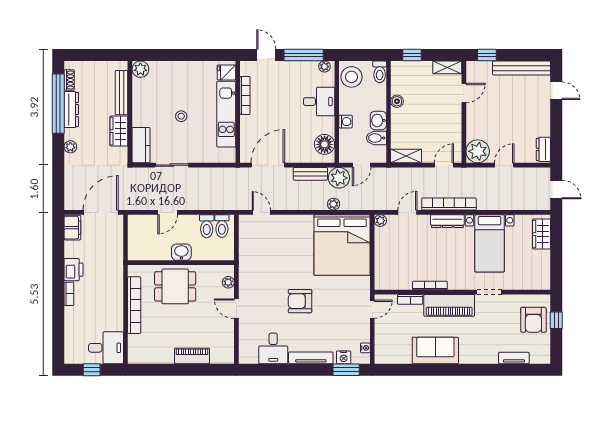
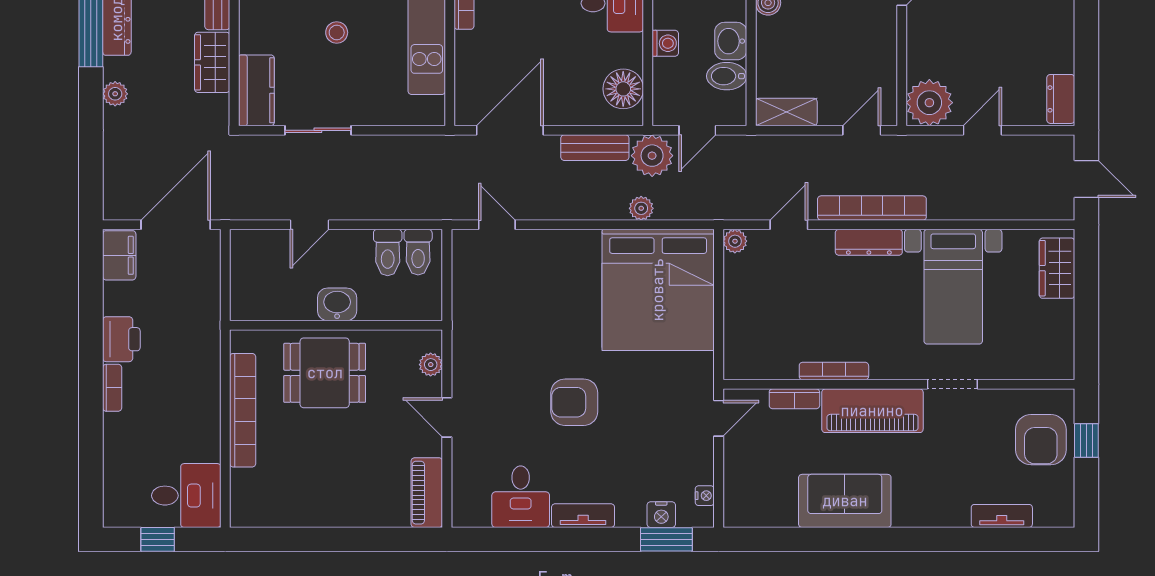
piano: (192, 356) -> (427, 493), moved, turned -90
tv unit: (311, 358) -> (583, 516), width x0.71

